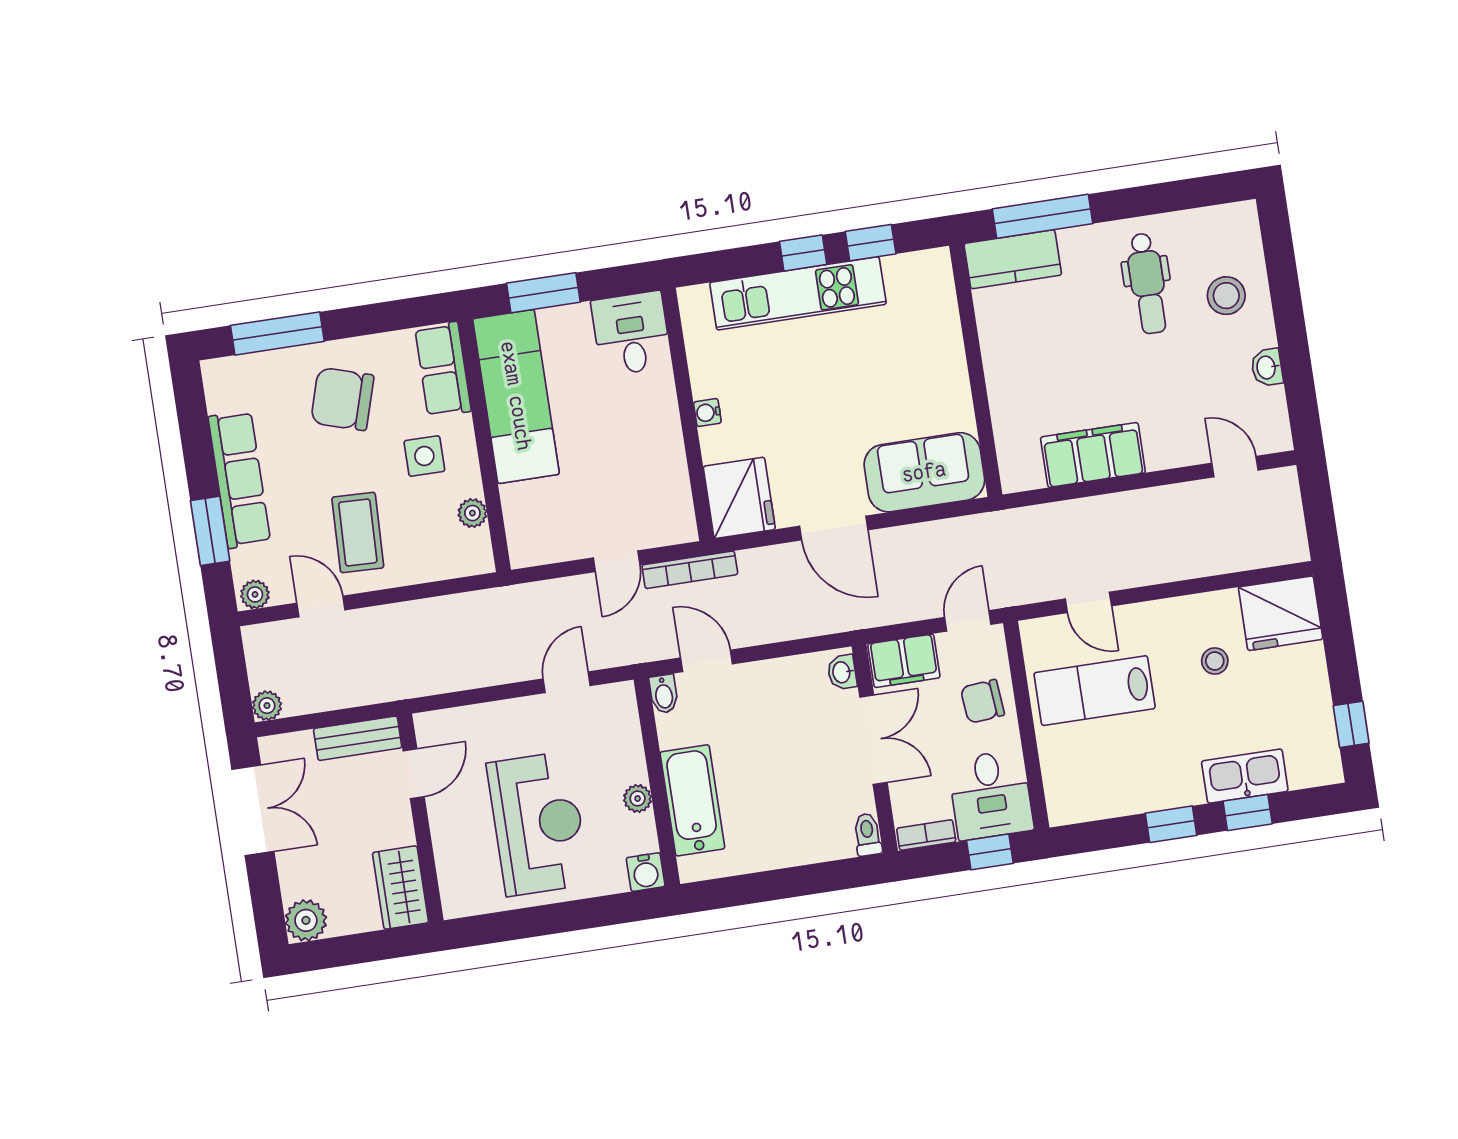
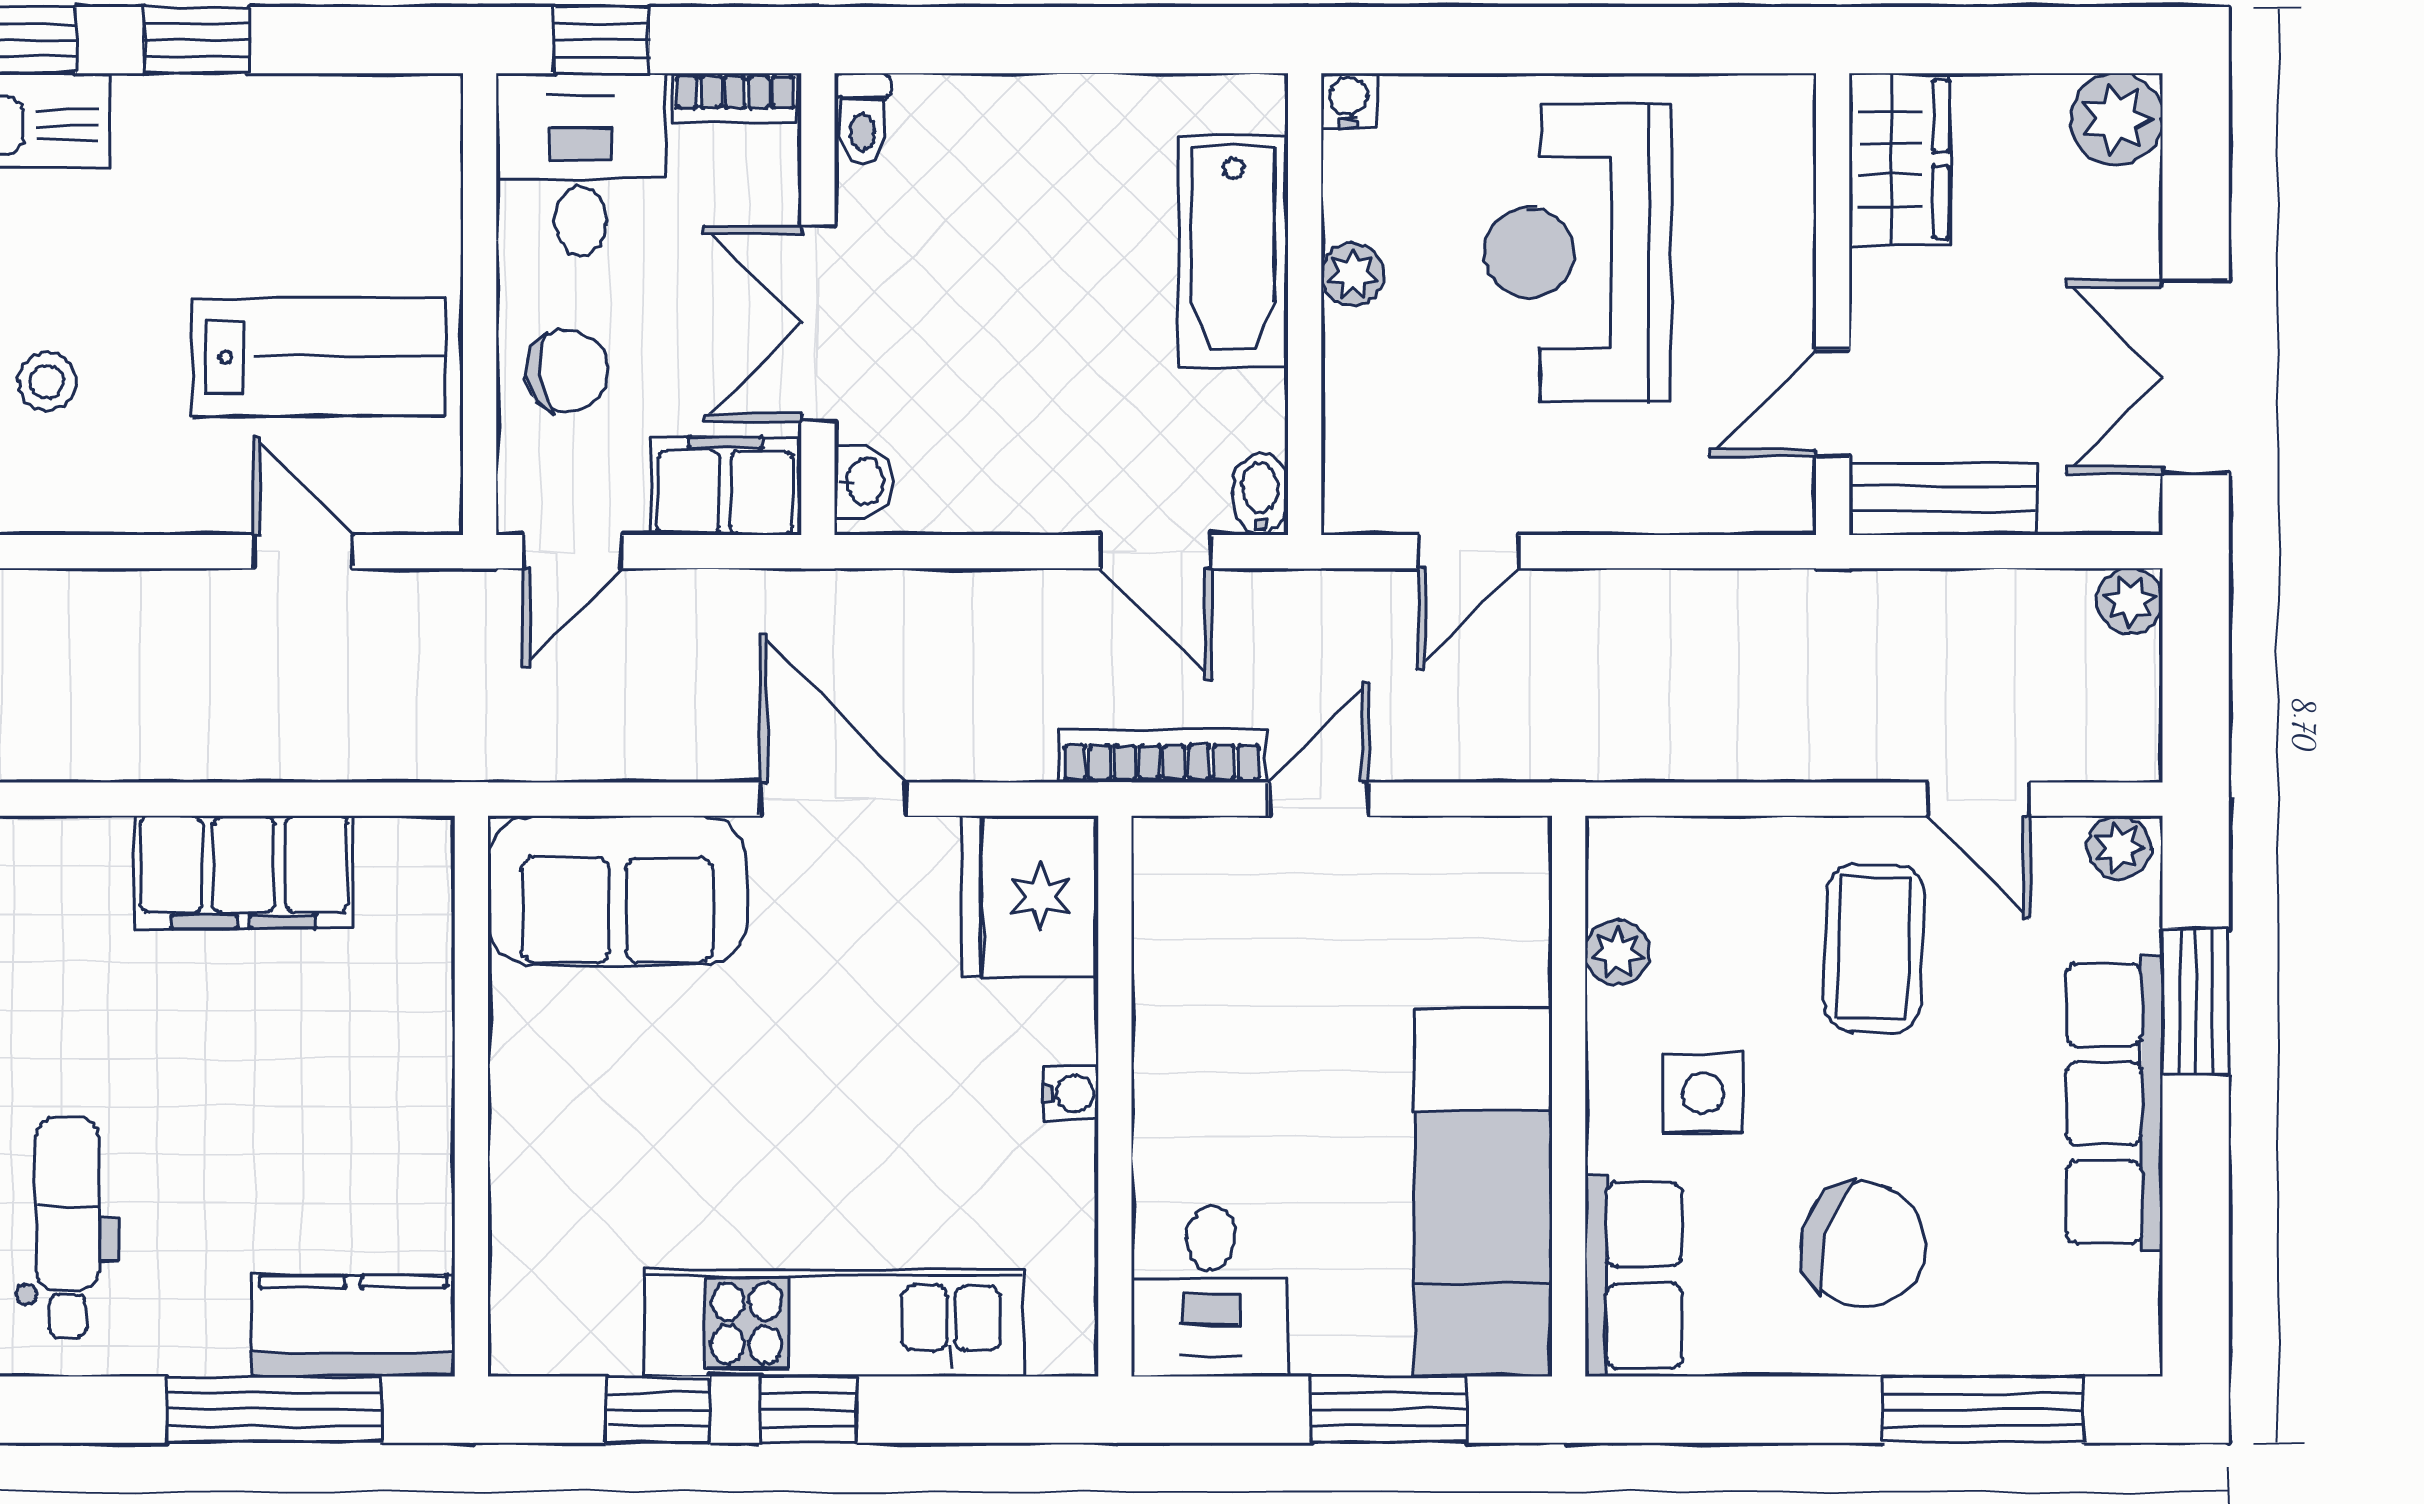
water cooler: (646, 872) -> (1349, 101), width x0.72, depth x0.72

